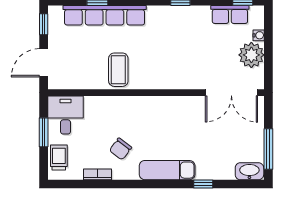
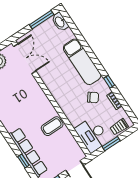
desk: (65, 115) -> (92, 135), width x1.37
exam couch: (167, 170) -> (82, 62), width x1.36, depth x1.45
window: (203, 184) -> (109, 82), moved

